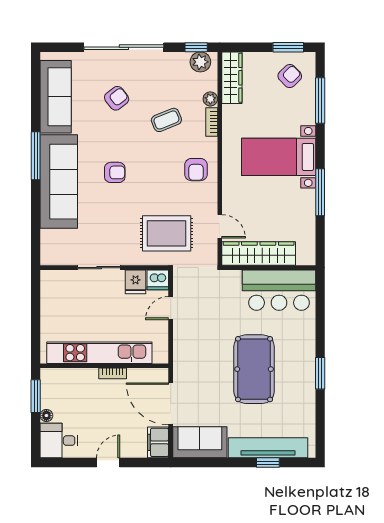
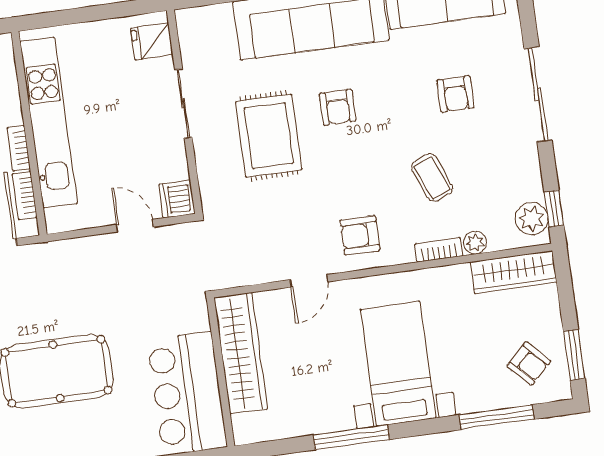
sliding door: (124, 47) -> (538, 94), width x0.73
armchair: (117, 98) -> (455, 94), turned 38
door: (220, 226) -> (309, 281), moved
rug: (167, 233) -> (269, 136), moved
fridge: (135, 282) -> (152, 42), moved
bookcase: (142, 374) -> (25, 195), added

